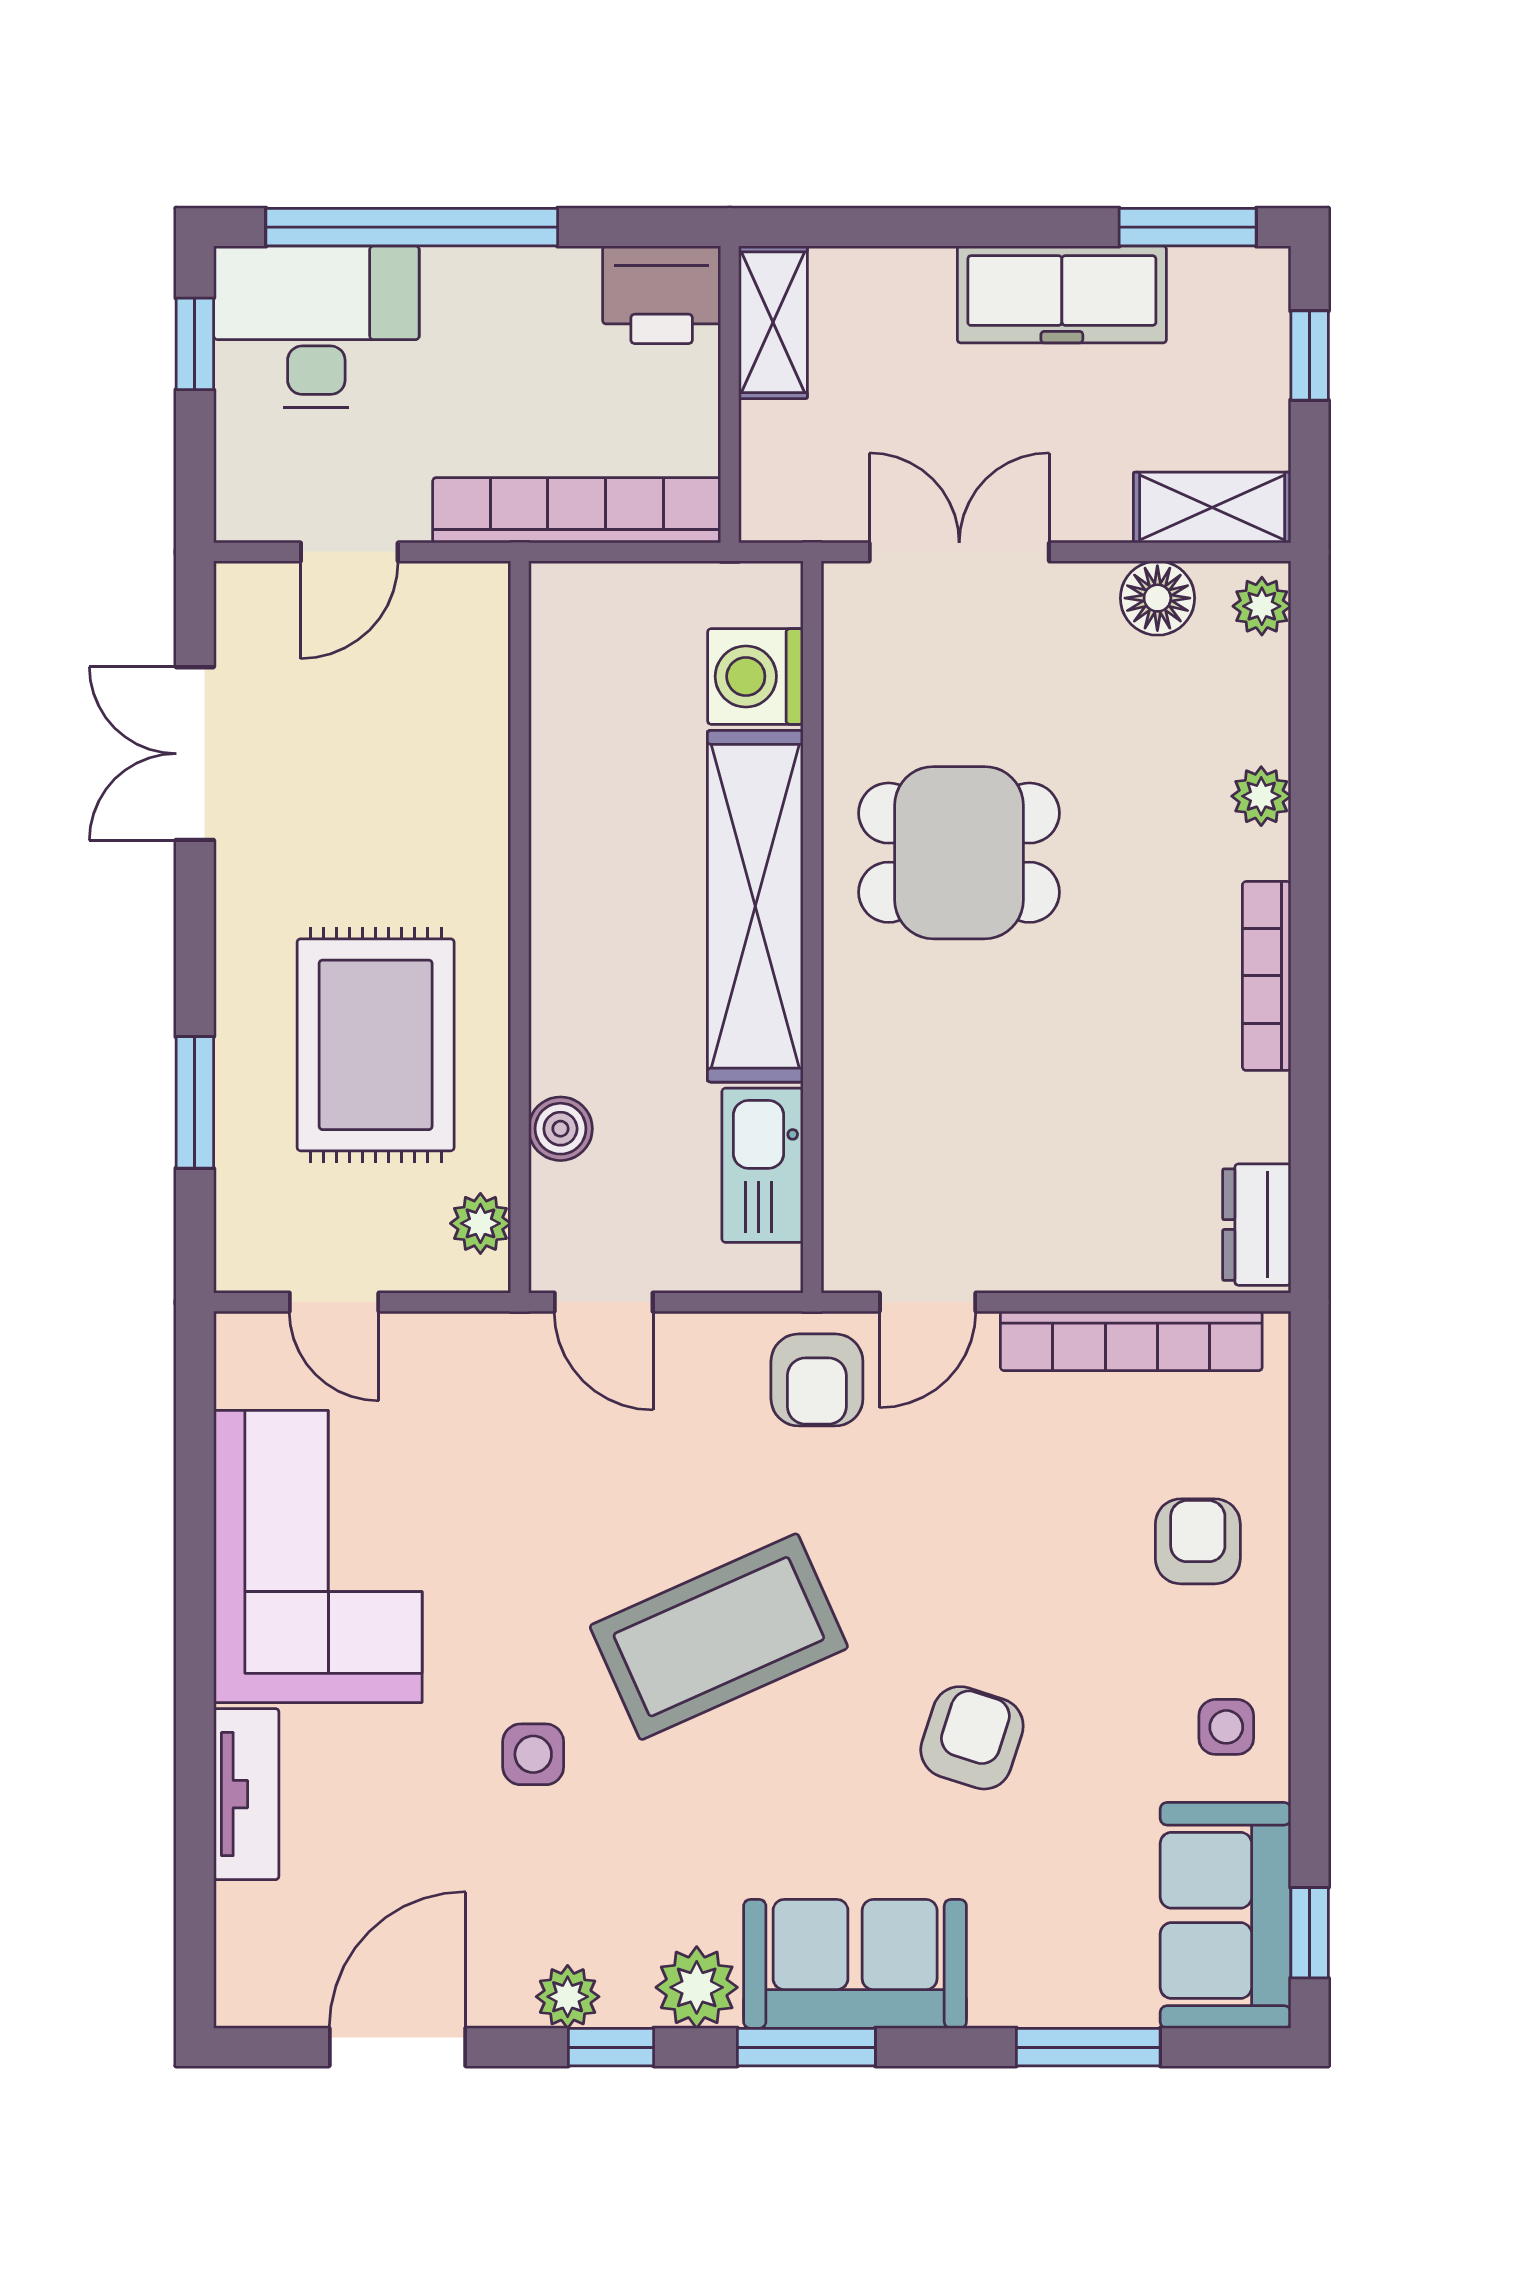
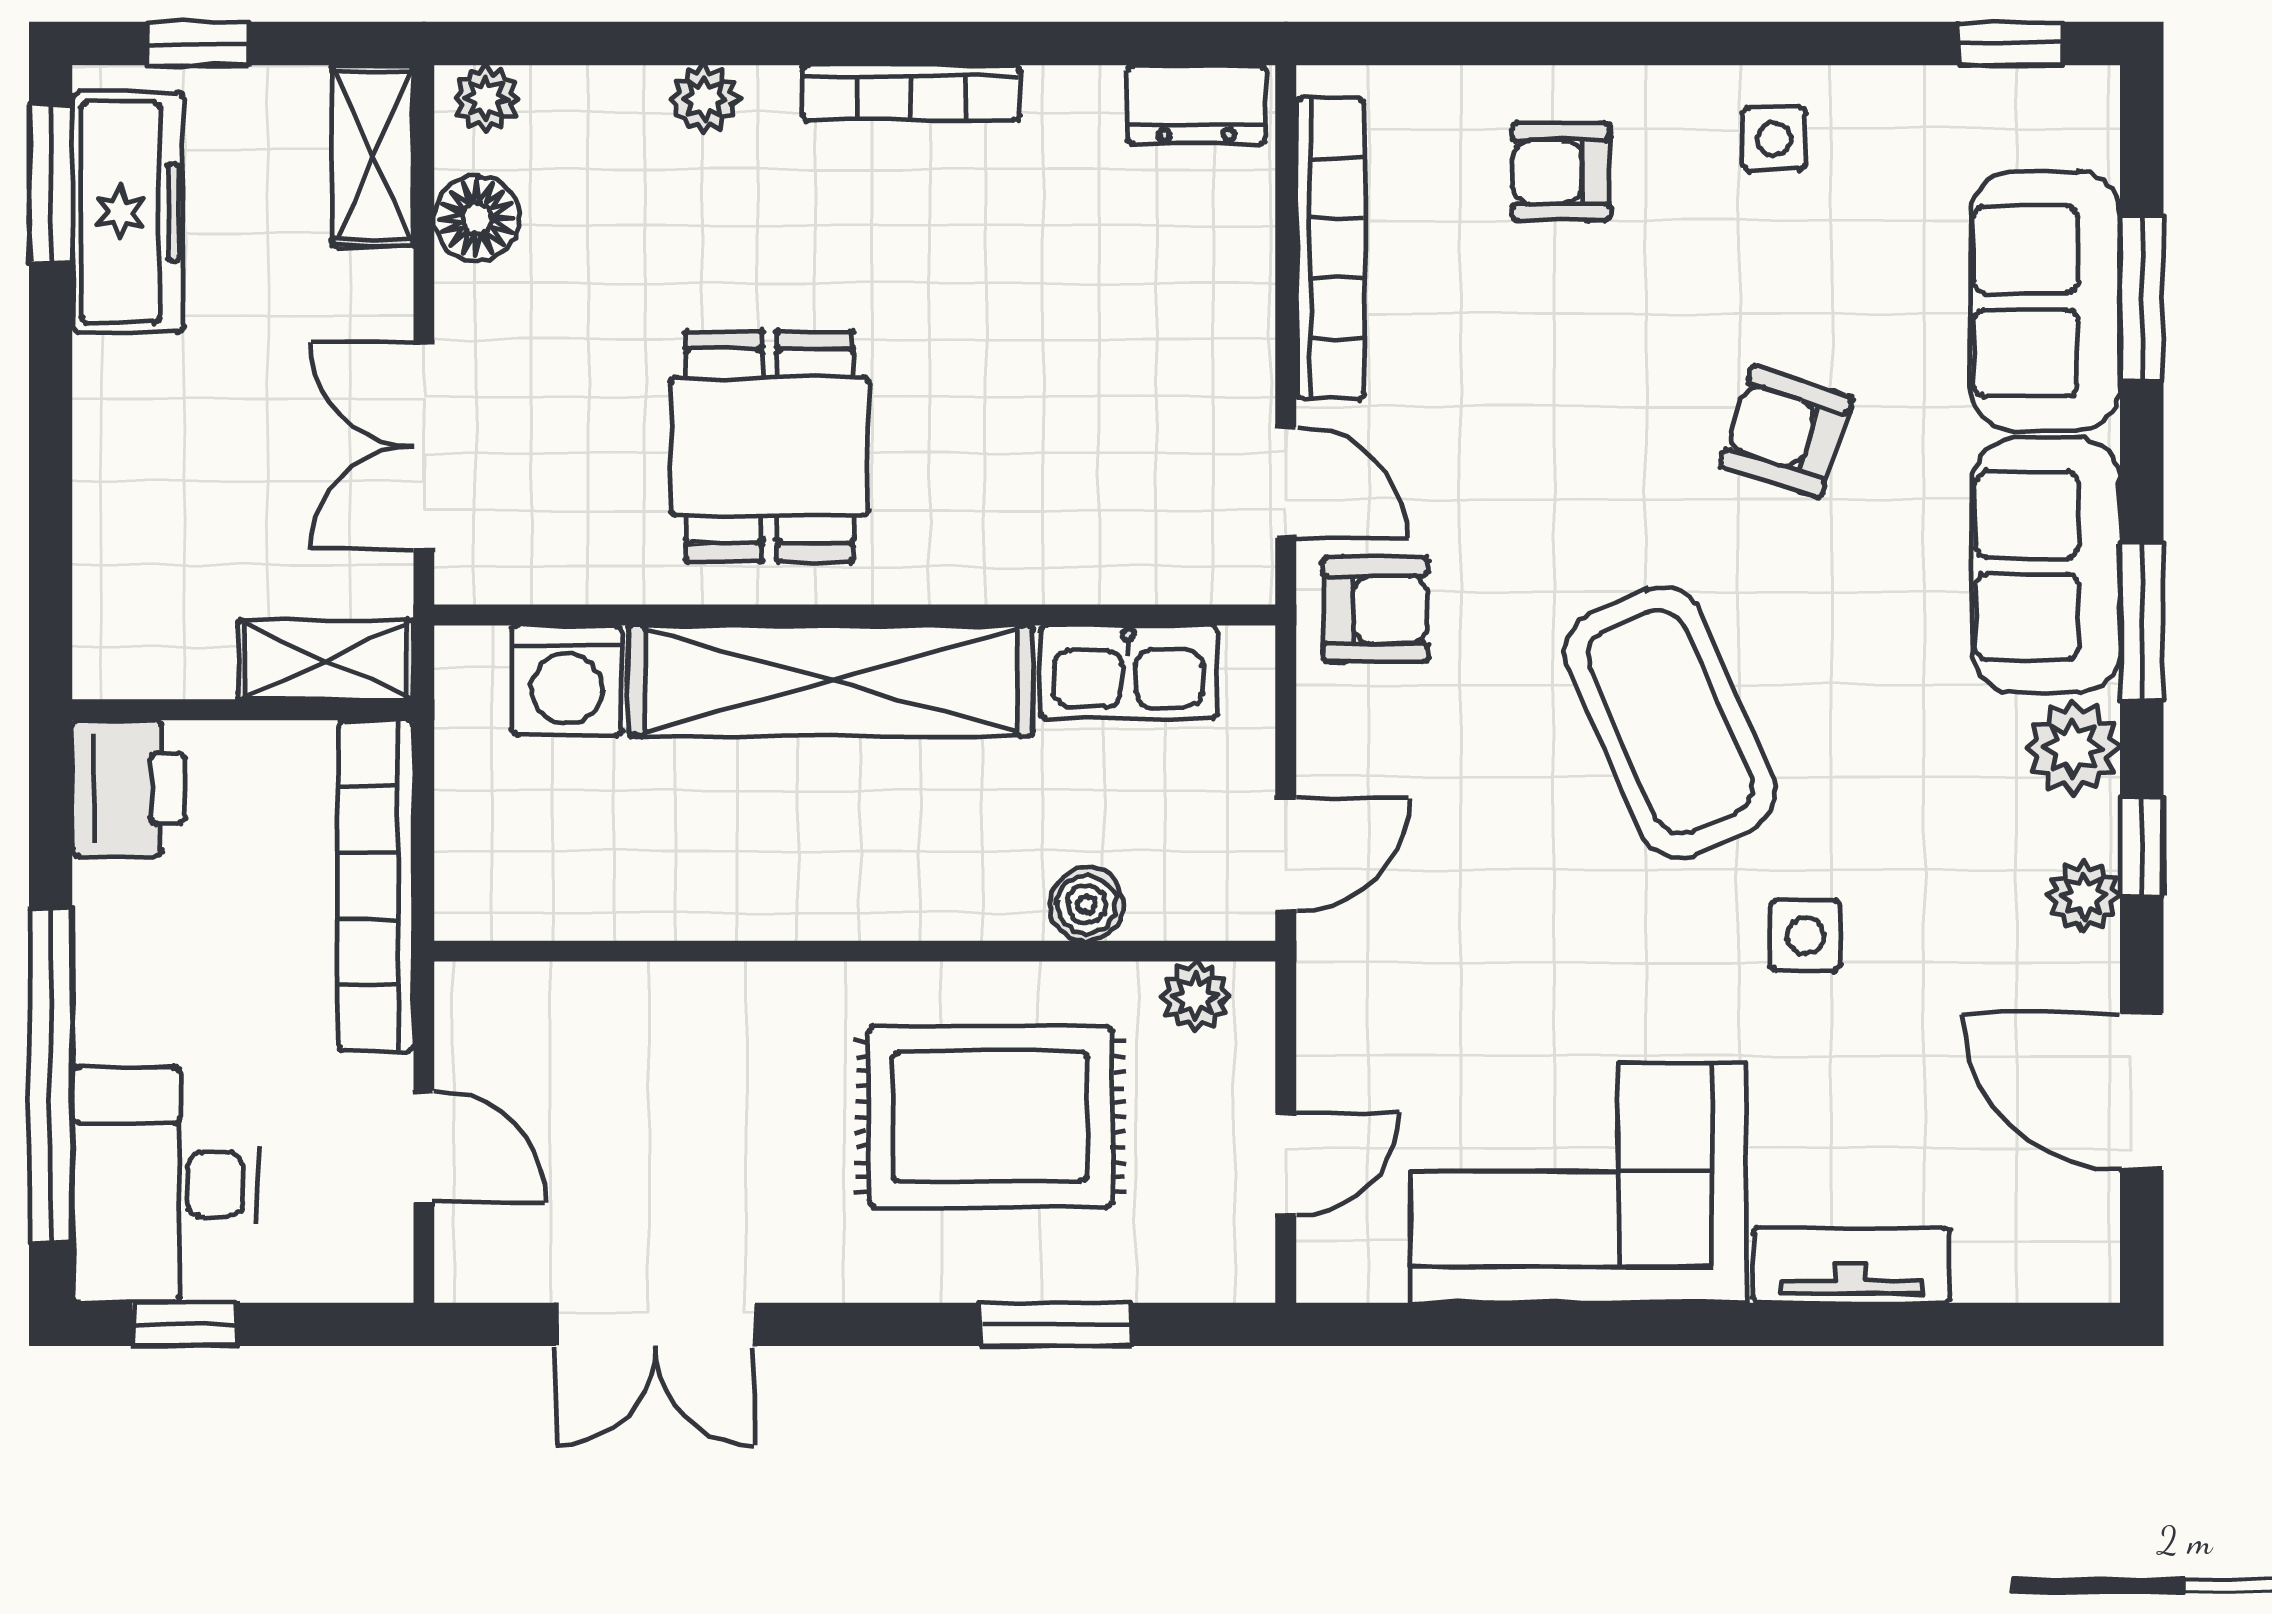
freezer: (1062, 294) -> (128, 212), moved
shelving: (773, 322) -> (326, 660), moved
sofa: (1226, 1915) -> (2045, 301), moved, turned 90

